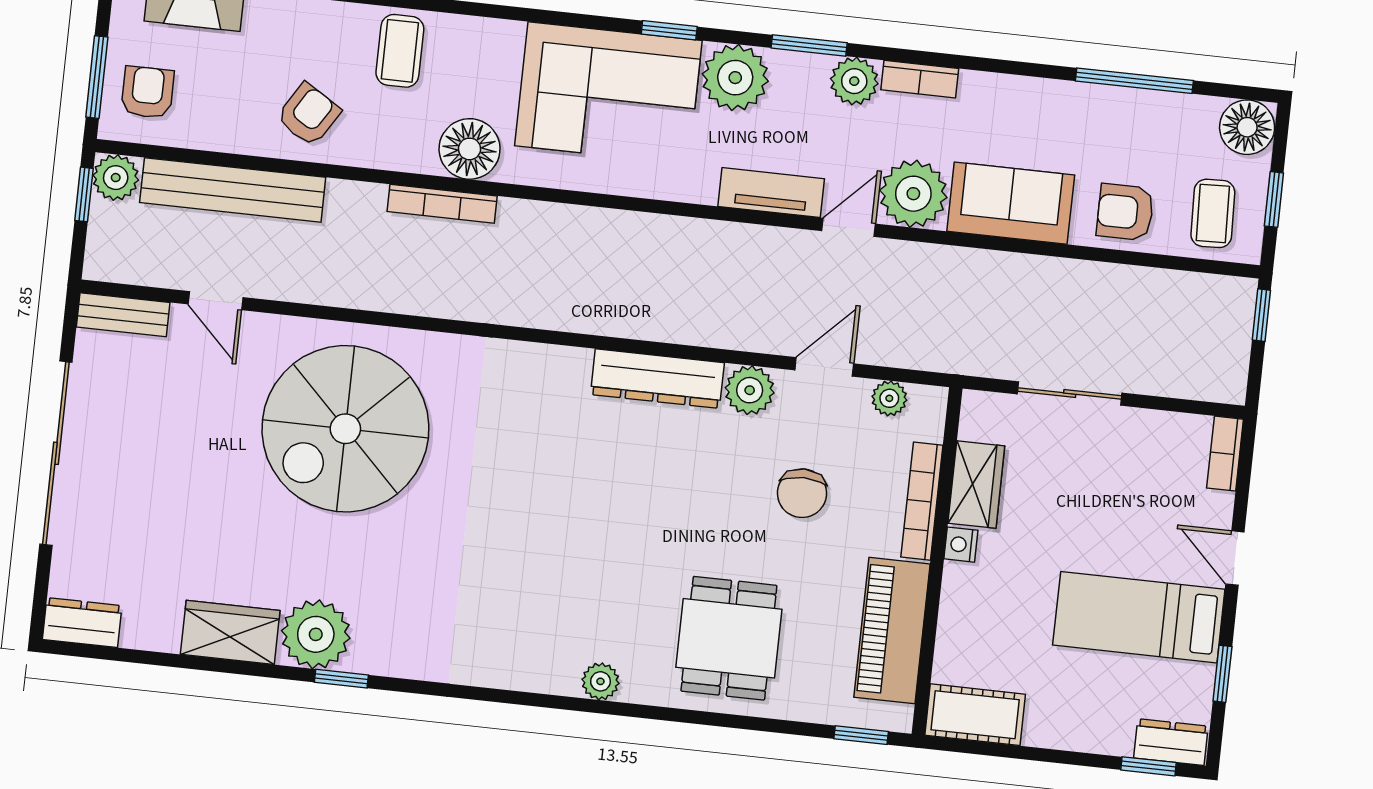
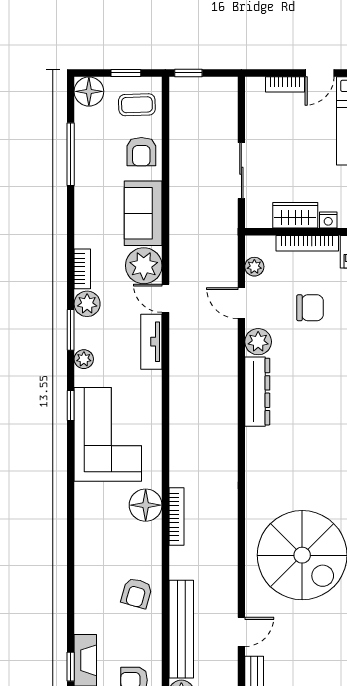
coffee table: (400, 51) -> (97, 548), removed
plant: (735, 78) -> (84, 359), width x0.53, depth x0.53
armchair: (309, 115) -> (137, 593), turned -106
bookcase: (1225, 454) -> (285, 84), moved

